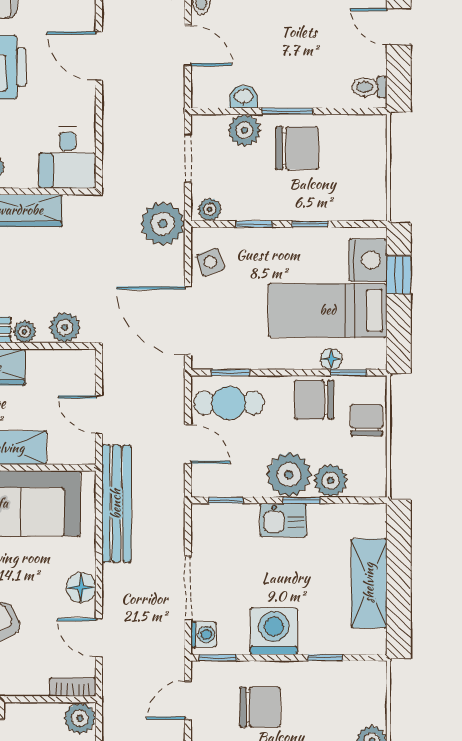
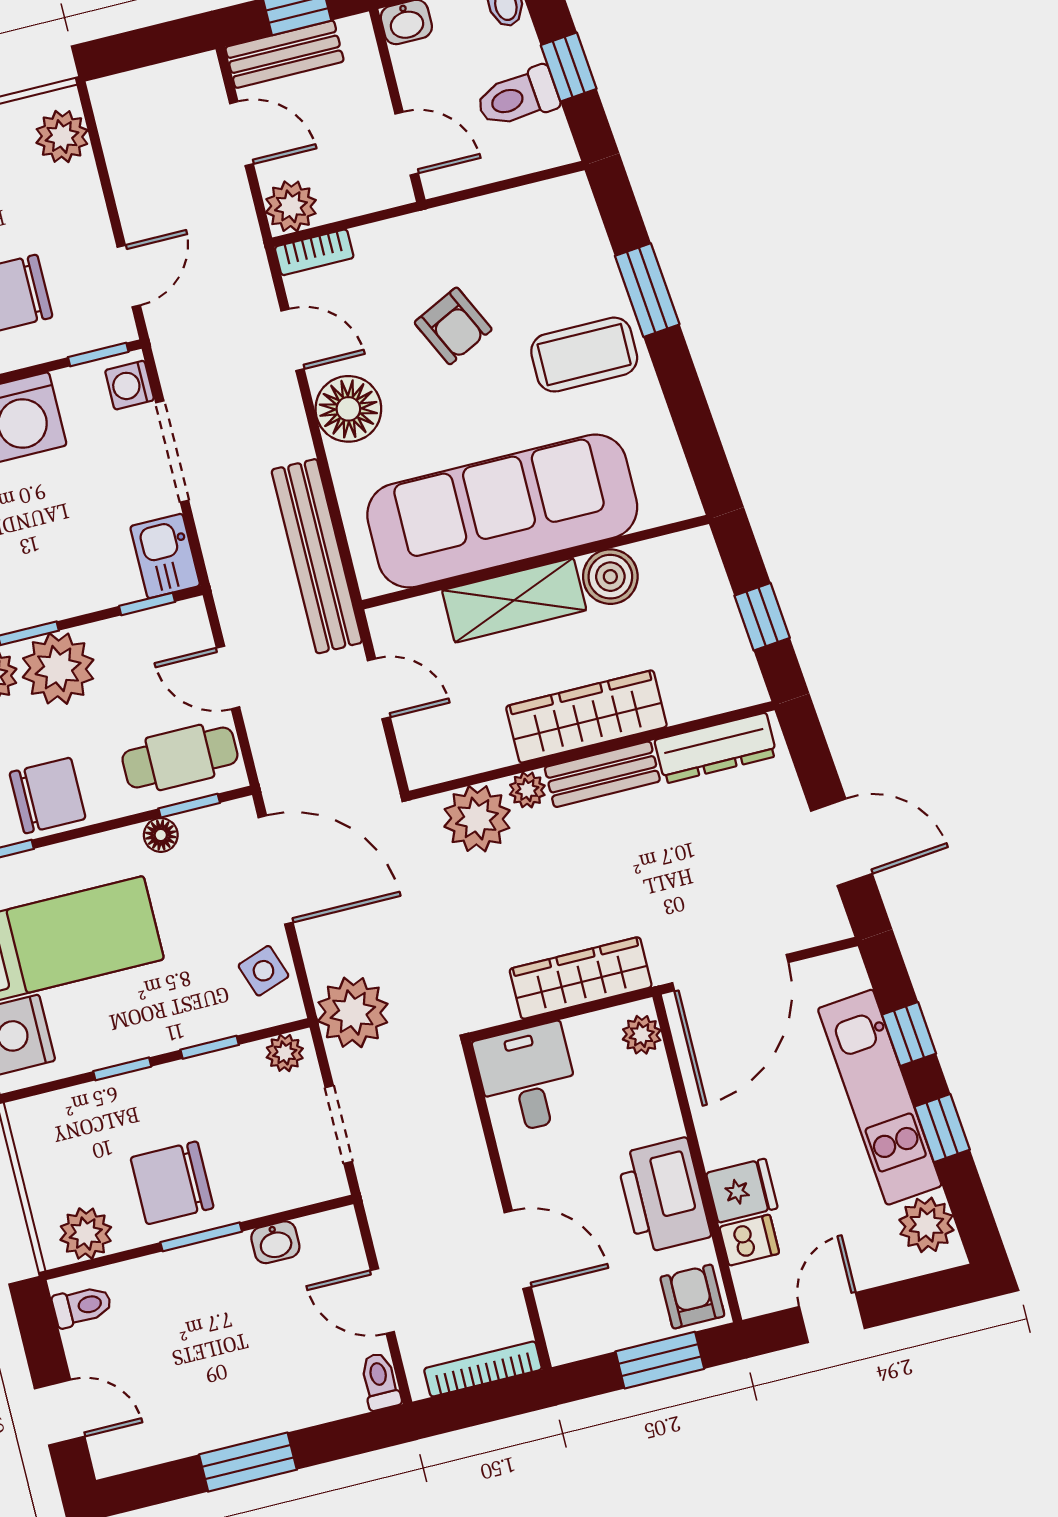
plant: (244, 130) -> (86, 1234), moved
plant: (65, 327) -> (477, 819), width x1.36, depth x1.36
floor lamp: (331, 359) -> (161, 835), moved
kitchen sink: (283, 520) -> (165, 556), moved, turned -90
floor lamp: (81, 588) -> (348, 409), width x1.38, depth x1.38

